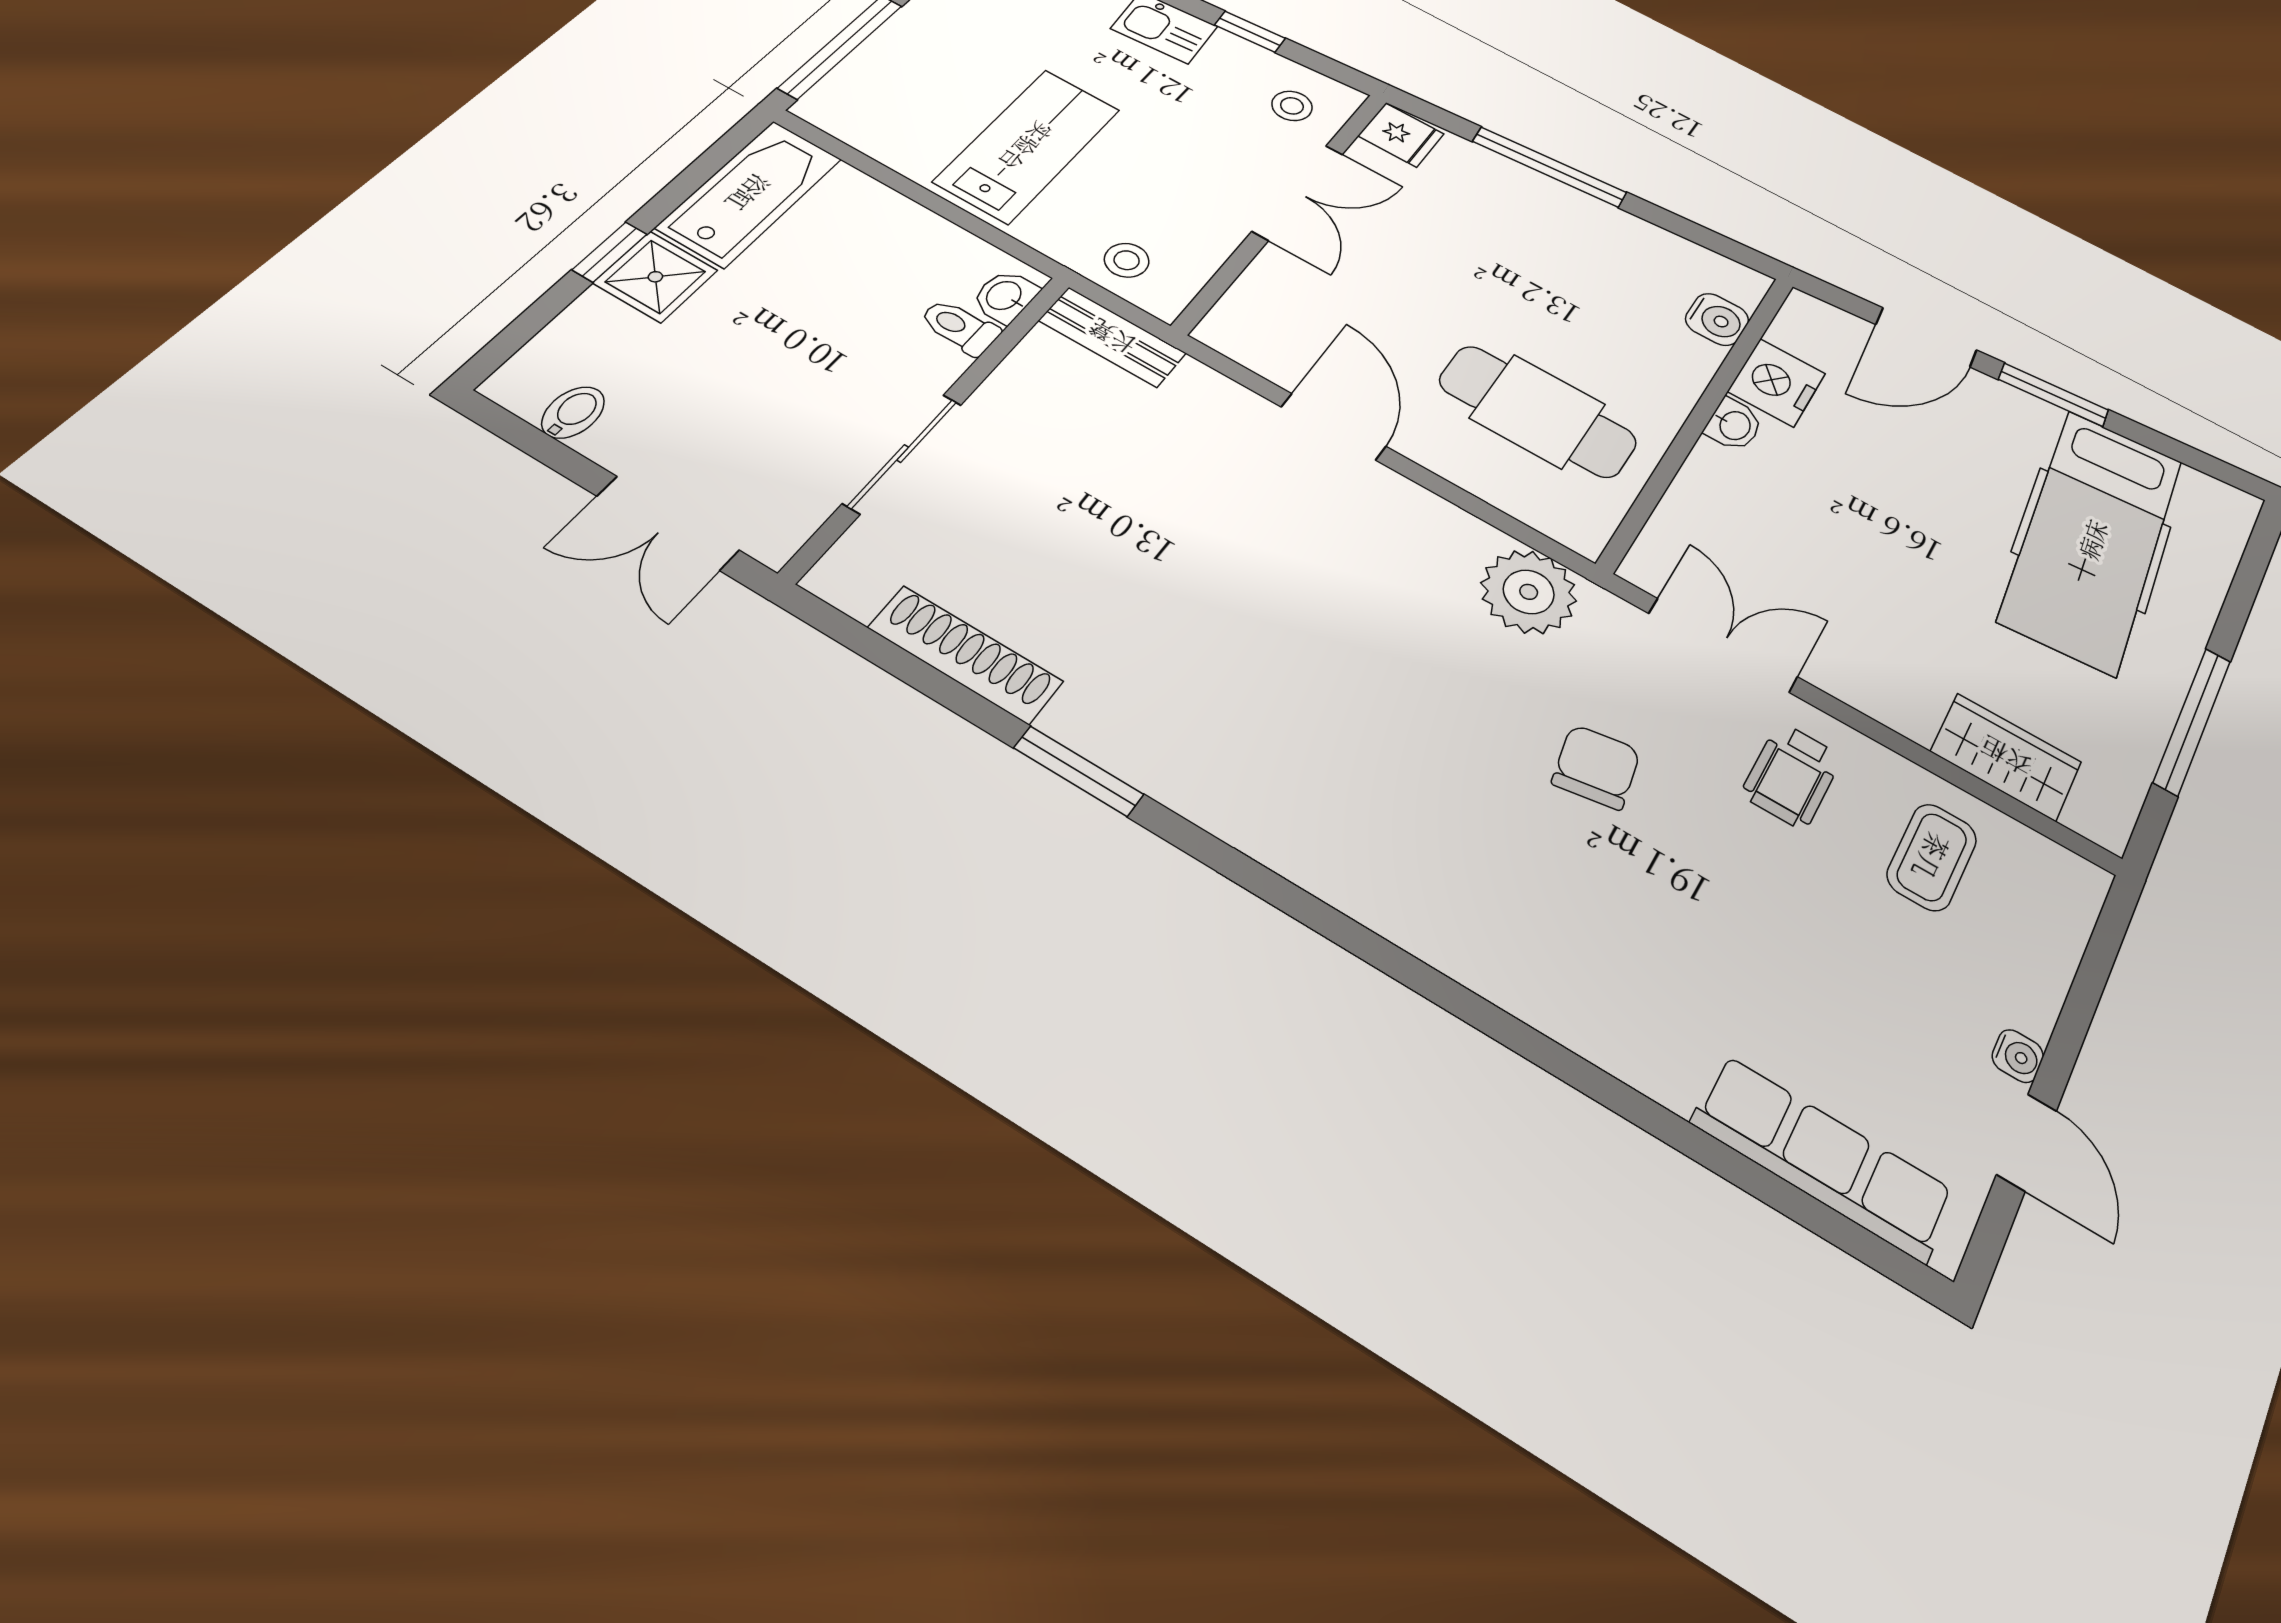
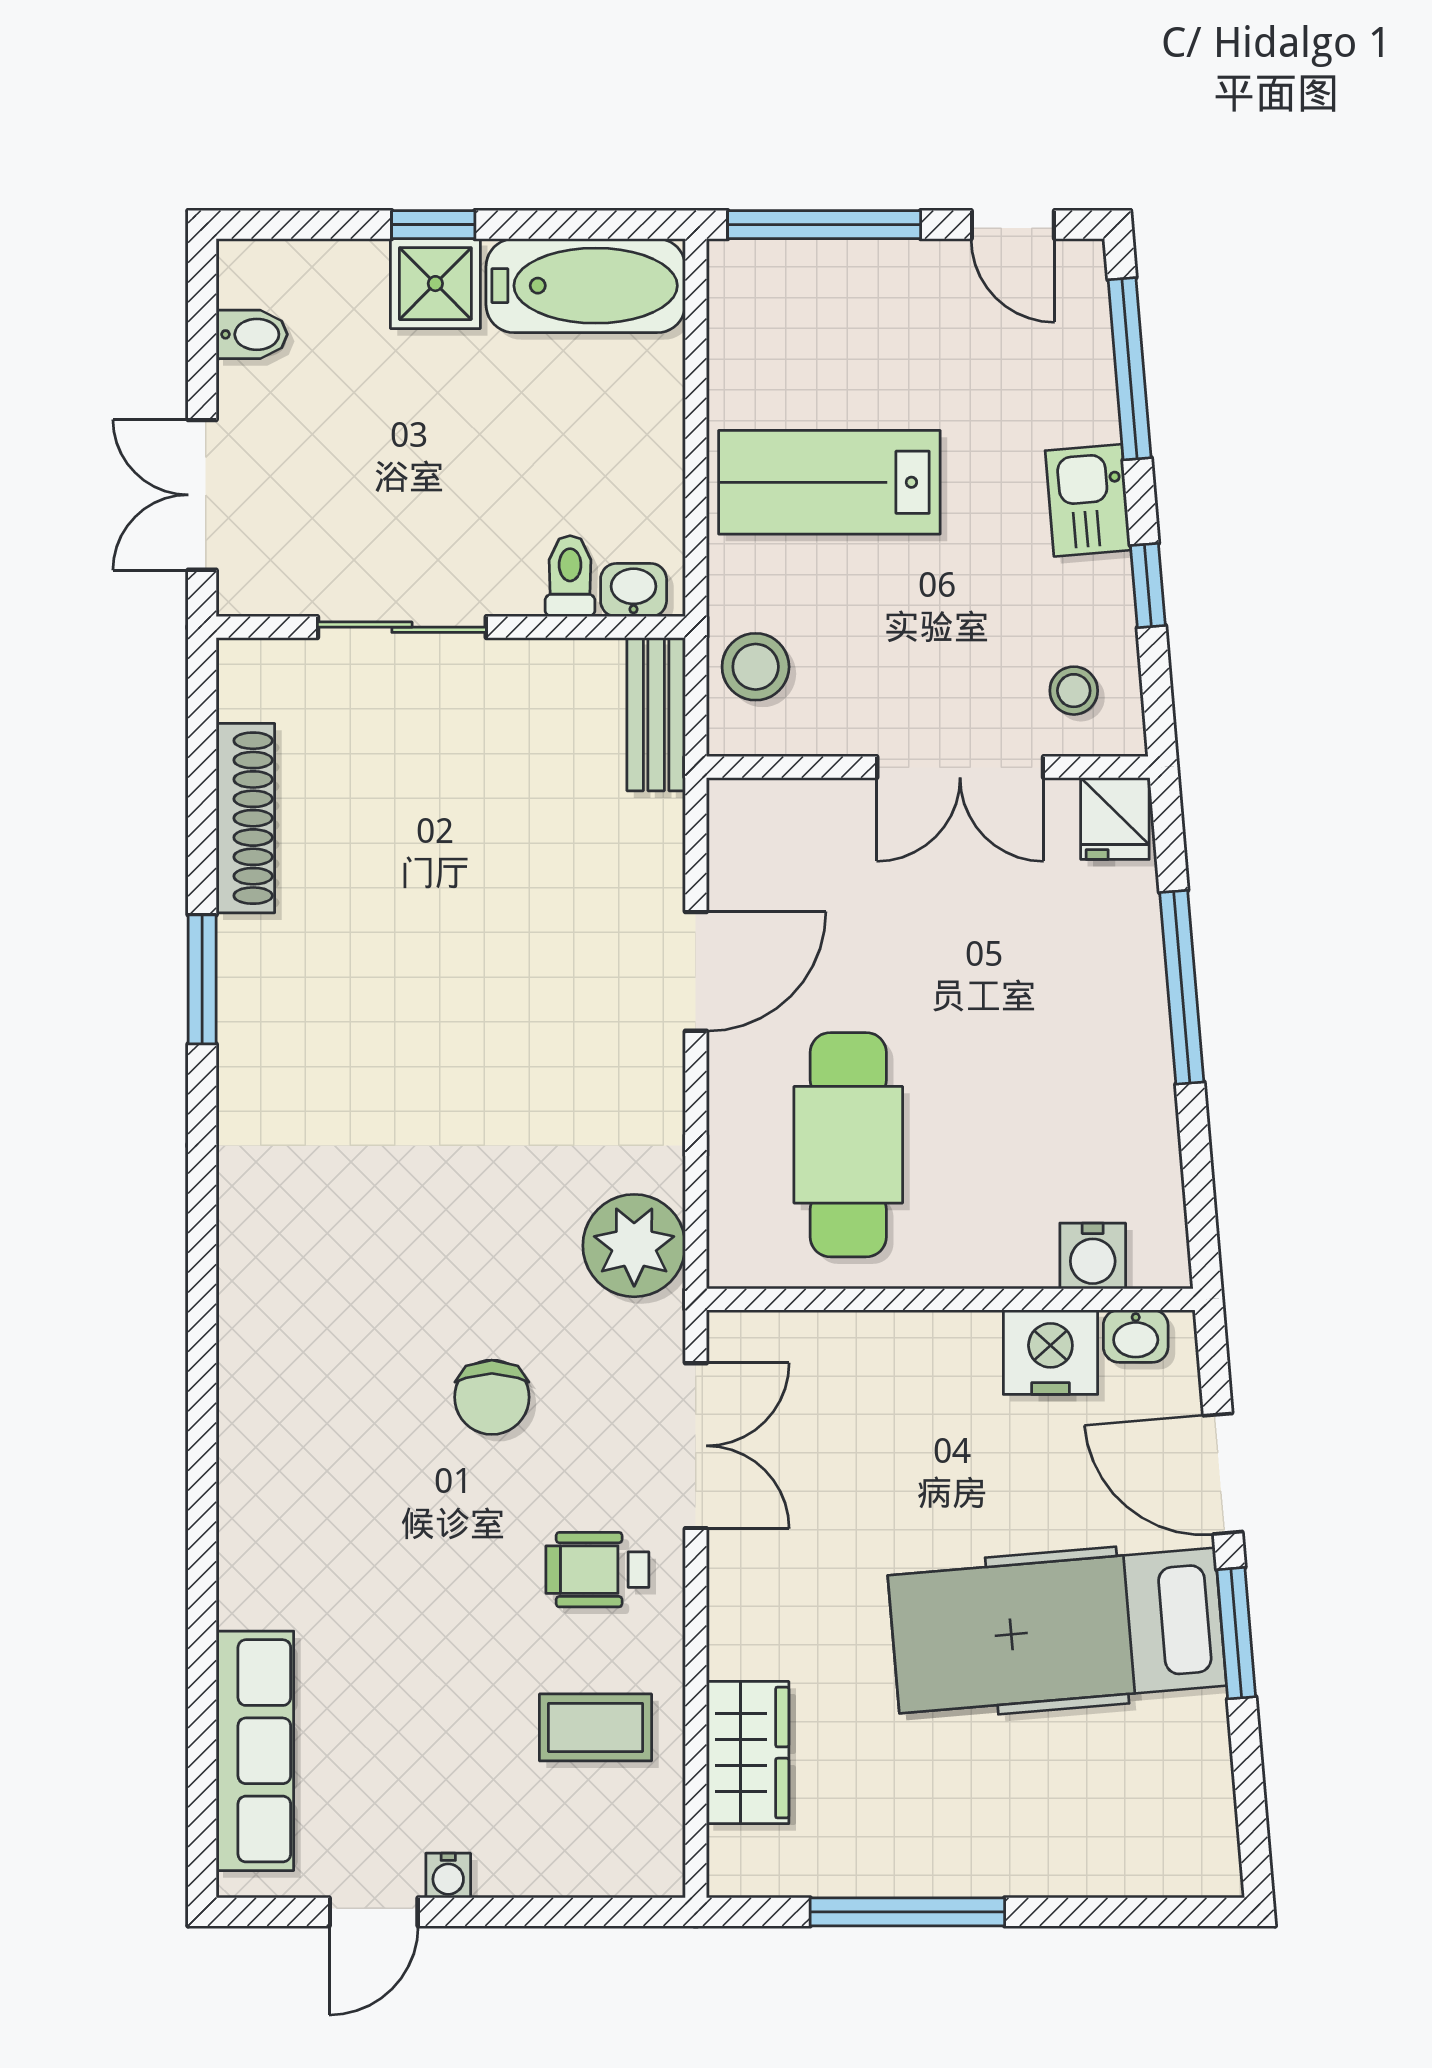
lab bench: (1027, 146) -> (829, 482), turned 180
stool: (1127, 260) -> (756, 667), width x1.37, depth x1.37
washbasin: (1734, 425) -> (1136, 1336), moved
hospital bed: (2092, 539) -> (1057, 1631), moved
chair: (1596, 767) -> (492, 1397), turned 100

